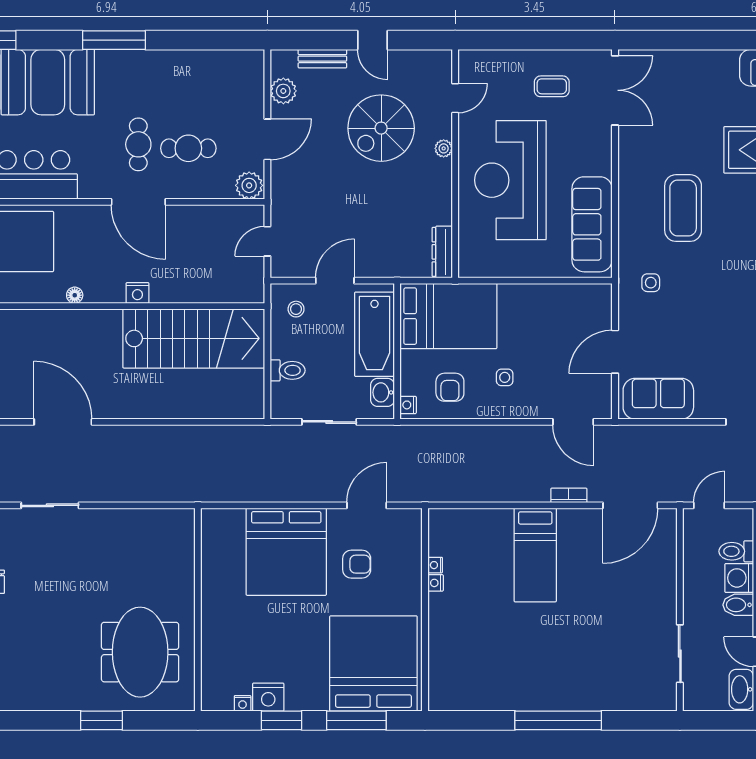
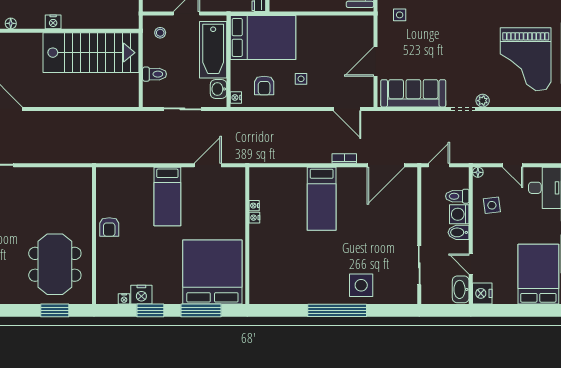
sofa: (658, 399) -> (413, 93), width x1.36
bed: (286, 552) -> (167, 197), width x0.49
armchair: (357, 564) -> (109, 227), moved, turned 90
side table: (594, 683) -> (361, 285), added
window: (101, 720) -> (55, 310), moved

